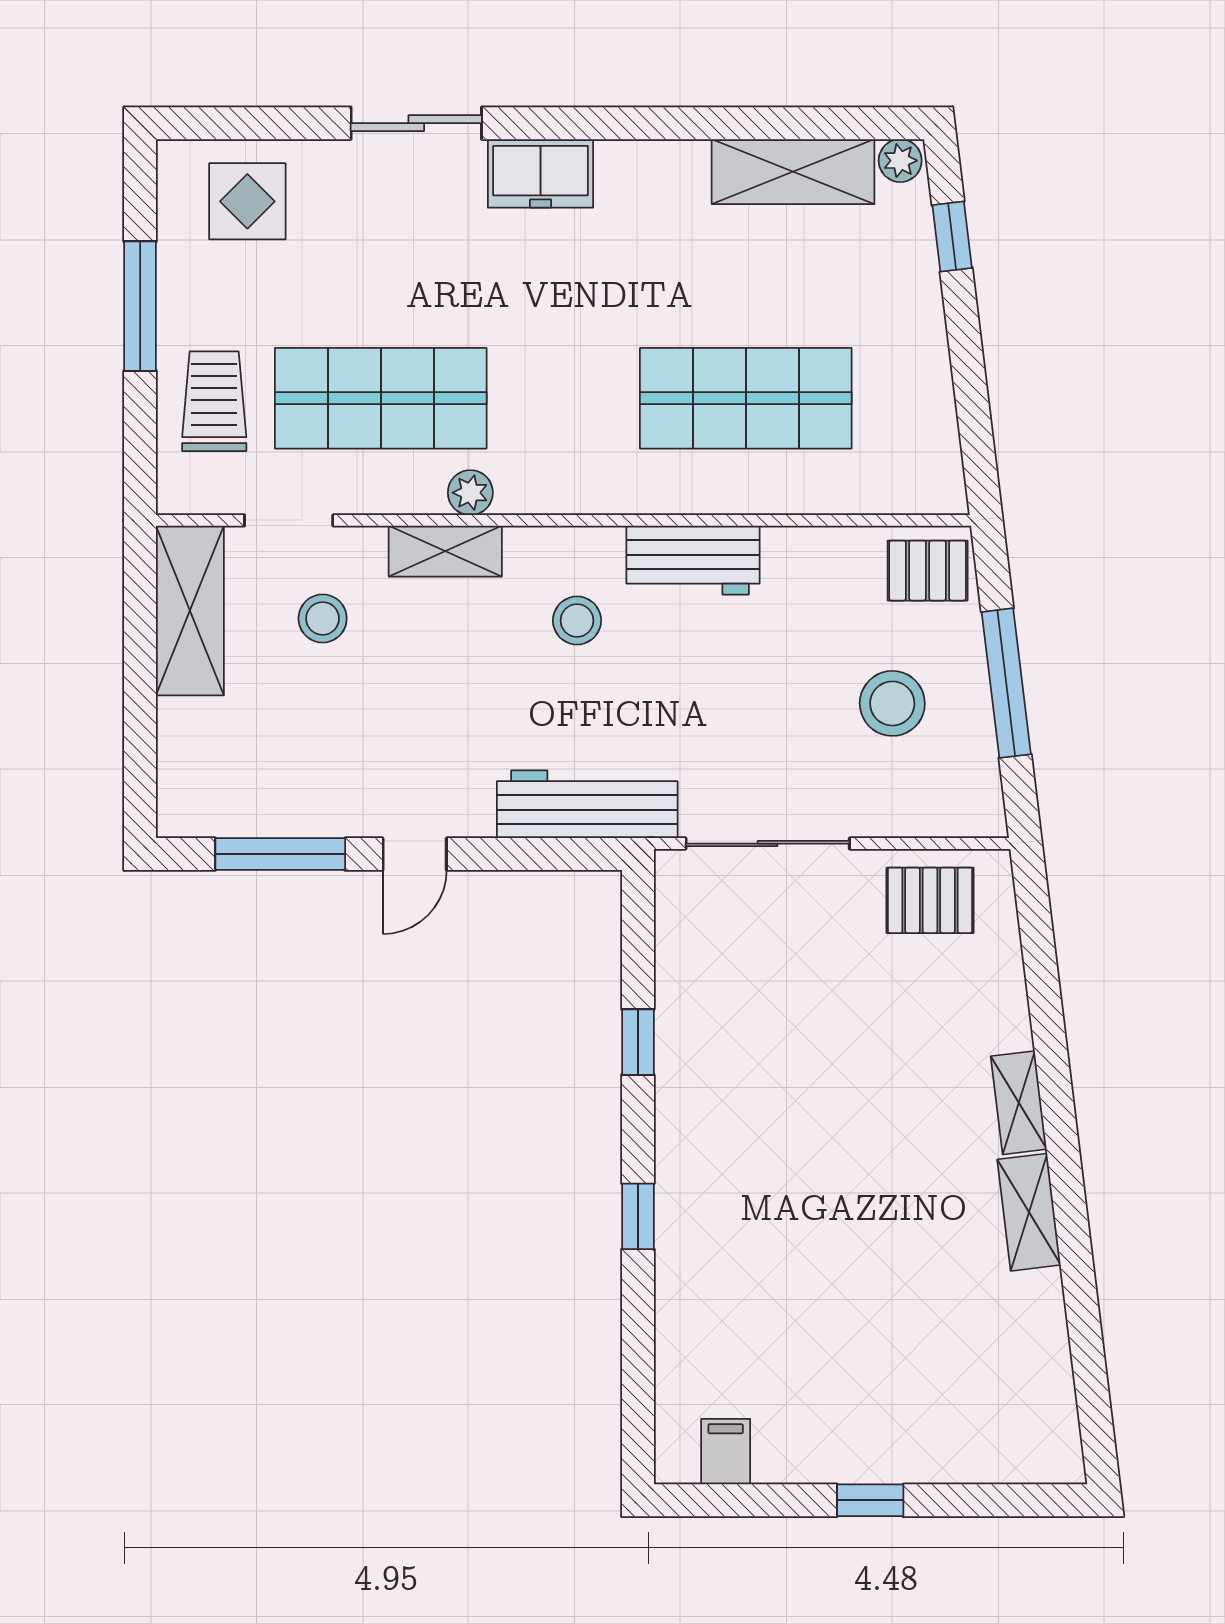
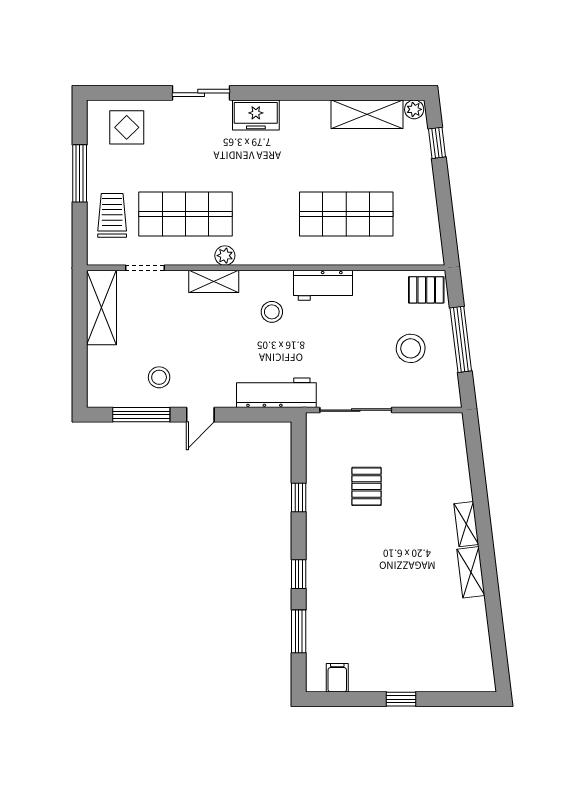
stool: (323, 618) -> (159, 377), moved
pallet: (930, 900) -> (366, 486), moved, turned 90
window: (638, 1347) -> (299, 631), added

